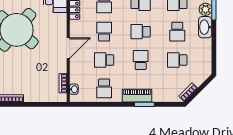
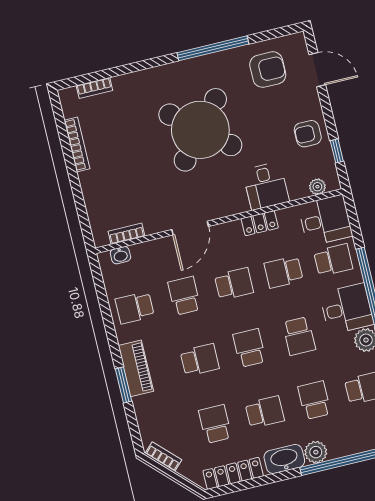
school desk: (177, 32) -> (265, 412), turned 180
door: (68, 48) -> (190, 228), hinge flipped
locker: (206, 57) -> (233, 473), added

